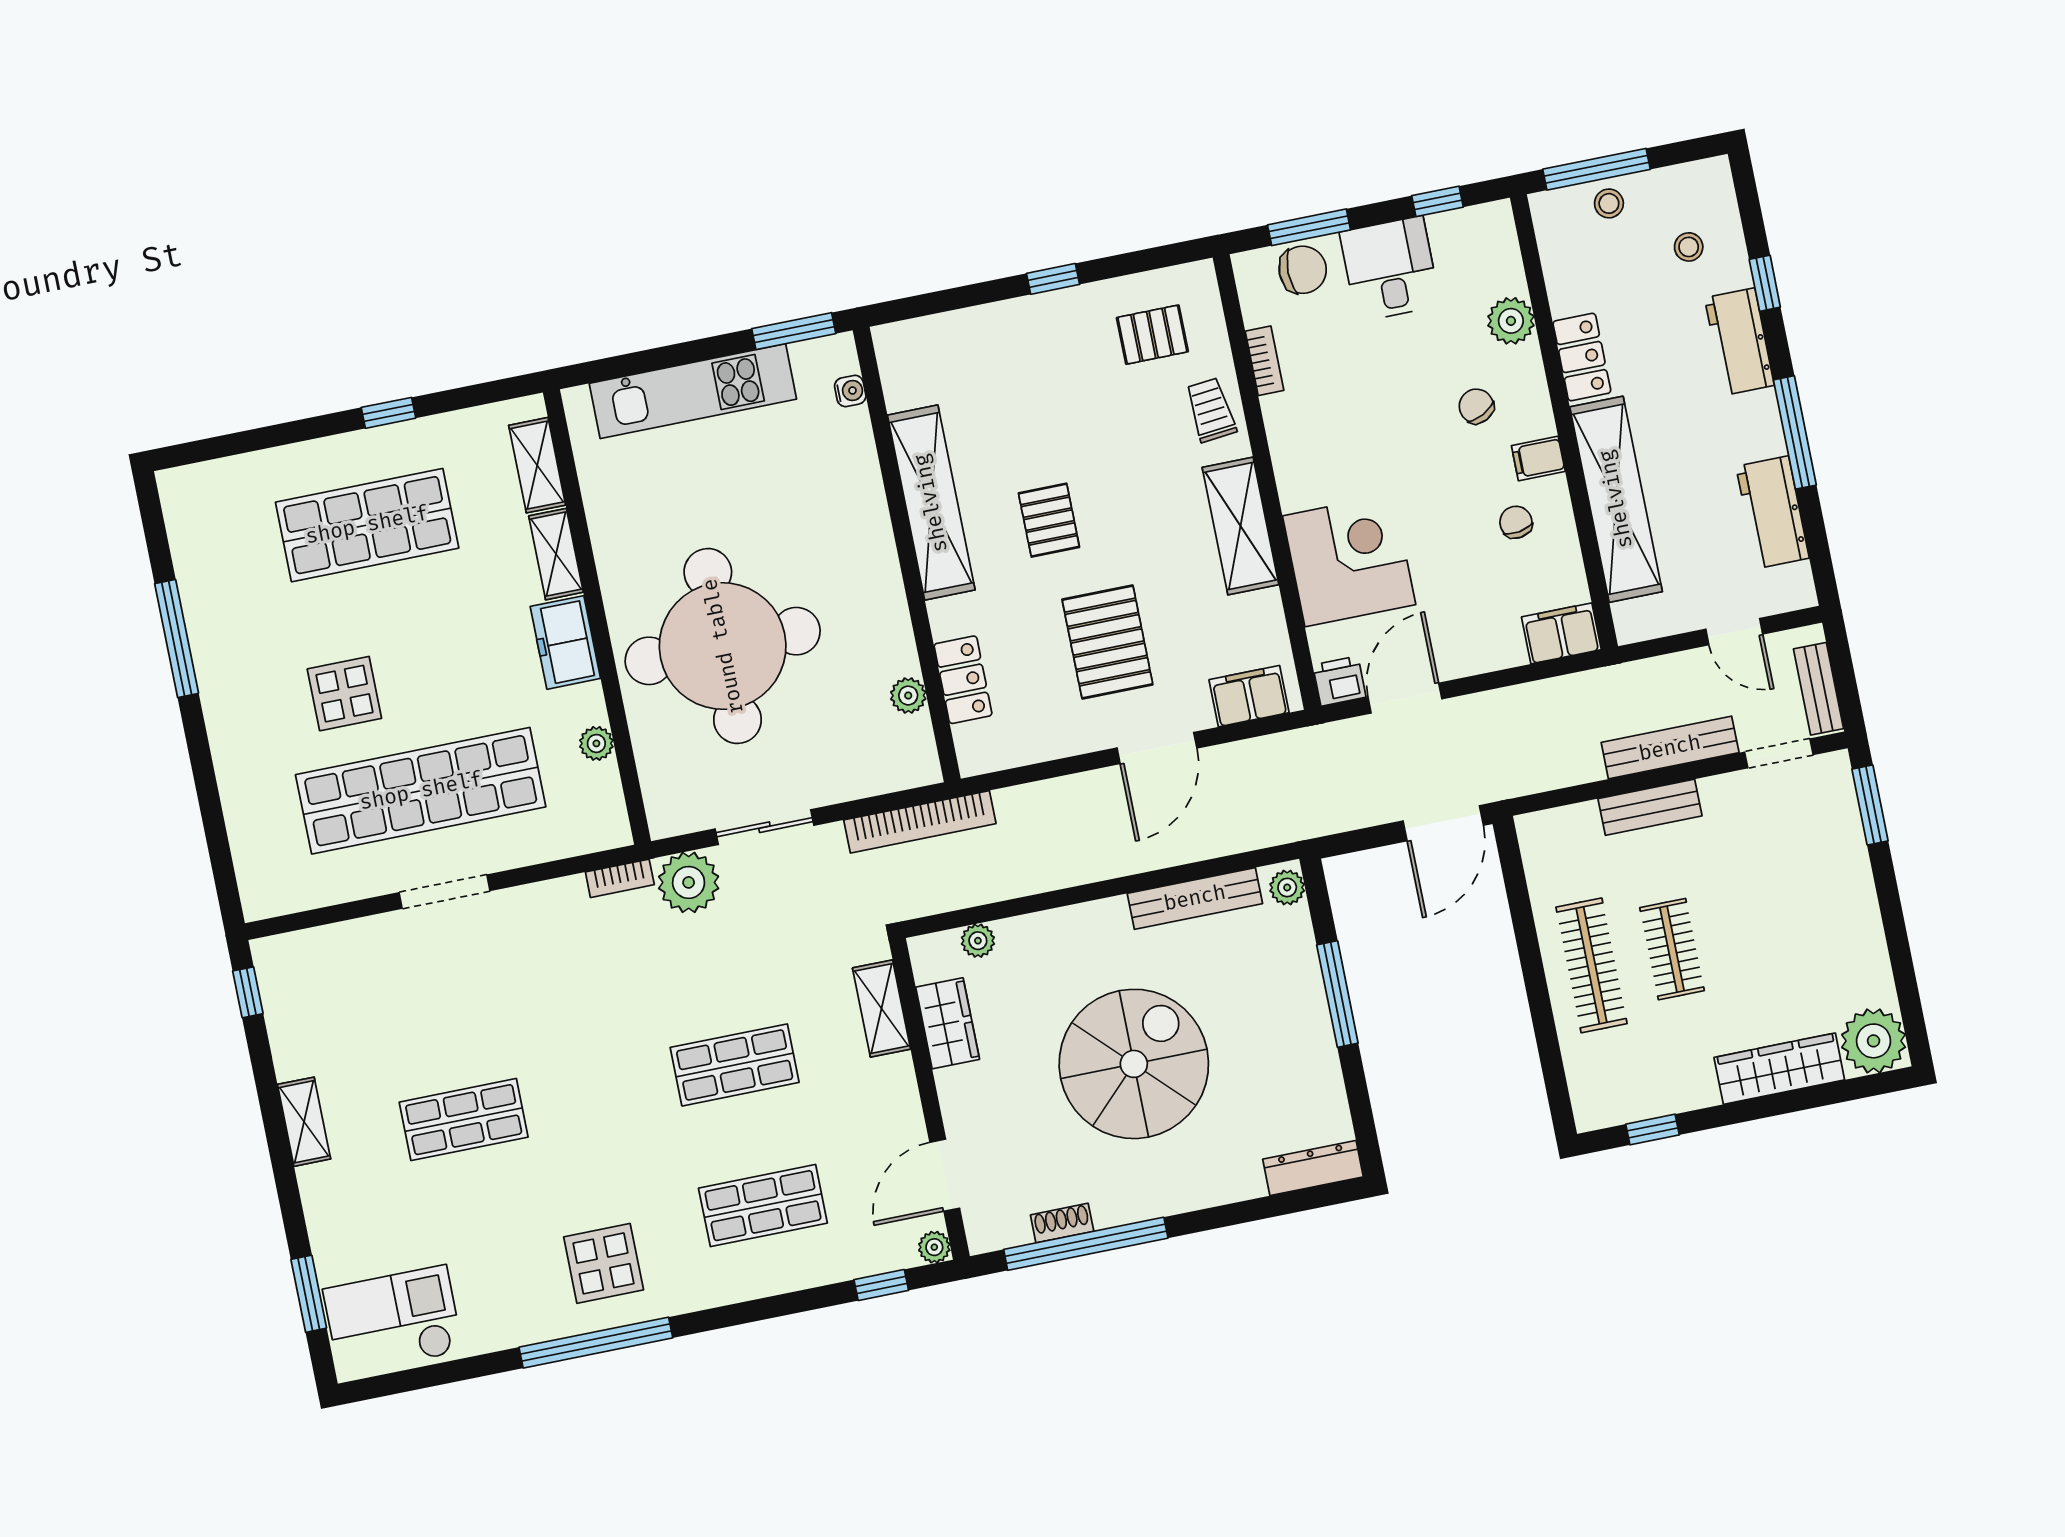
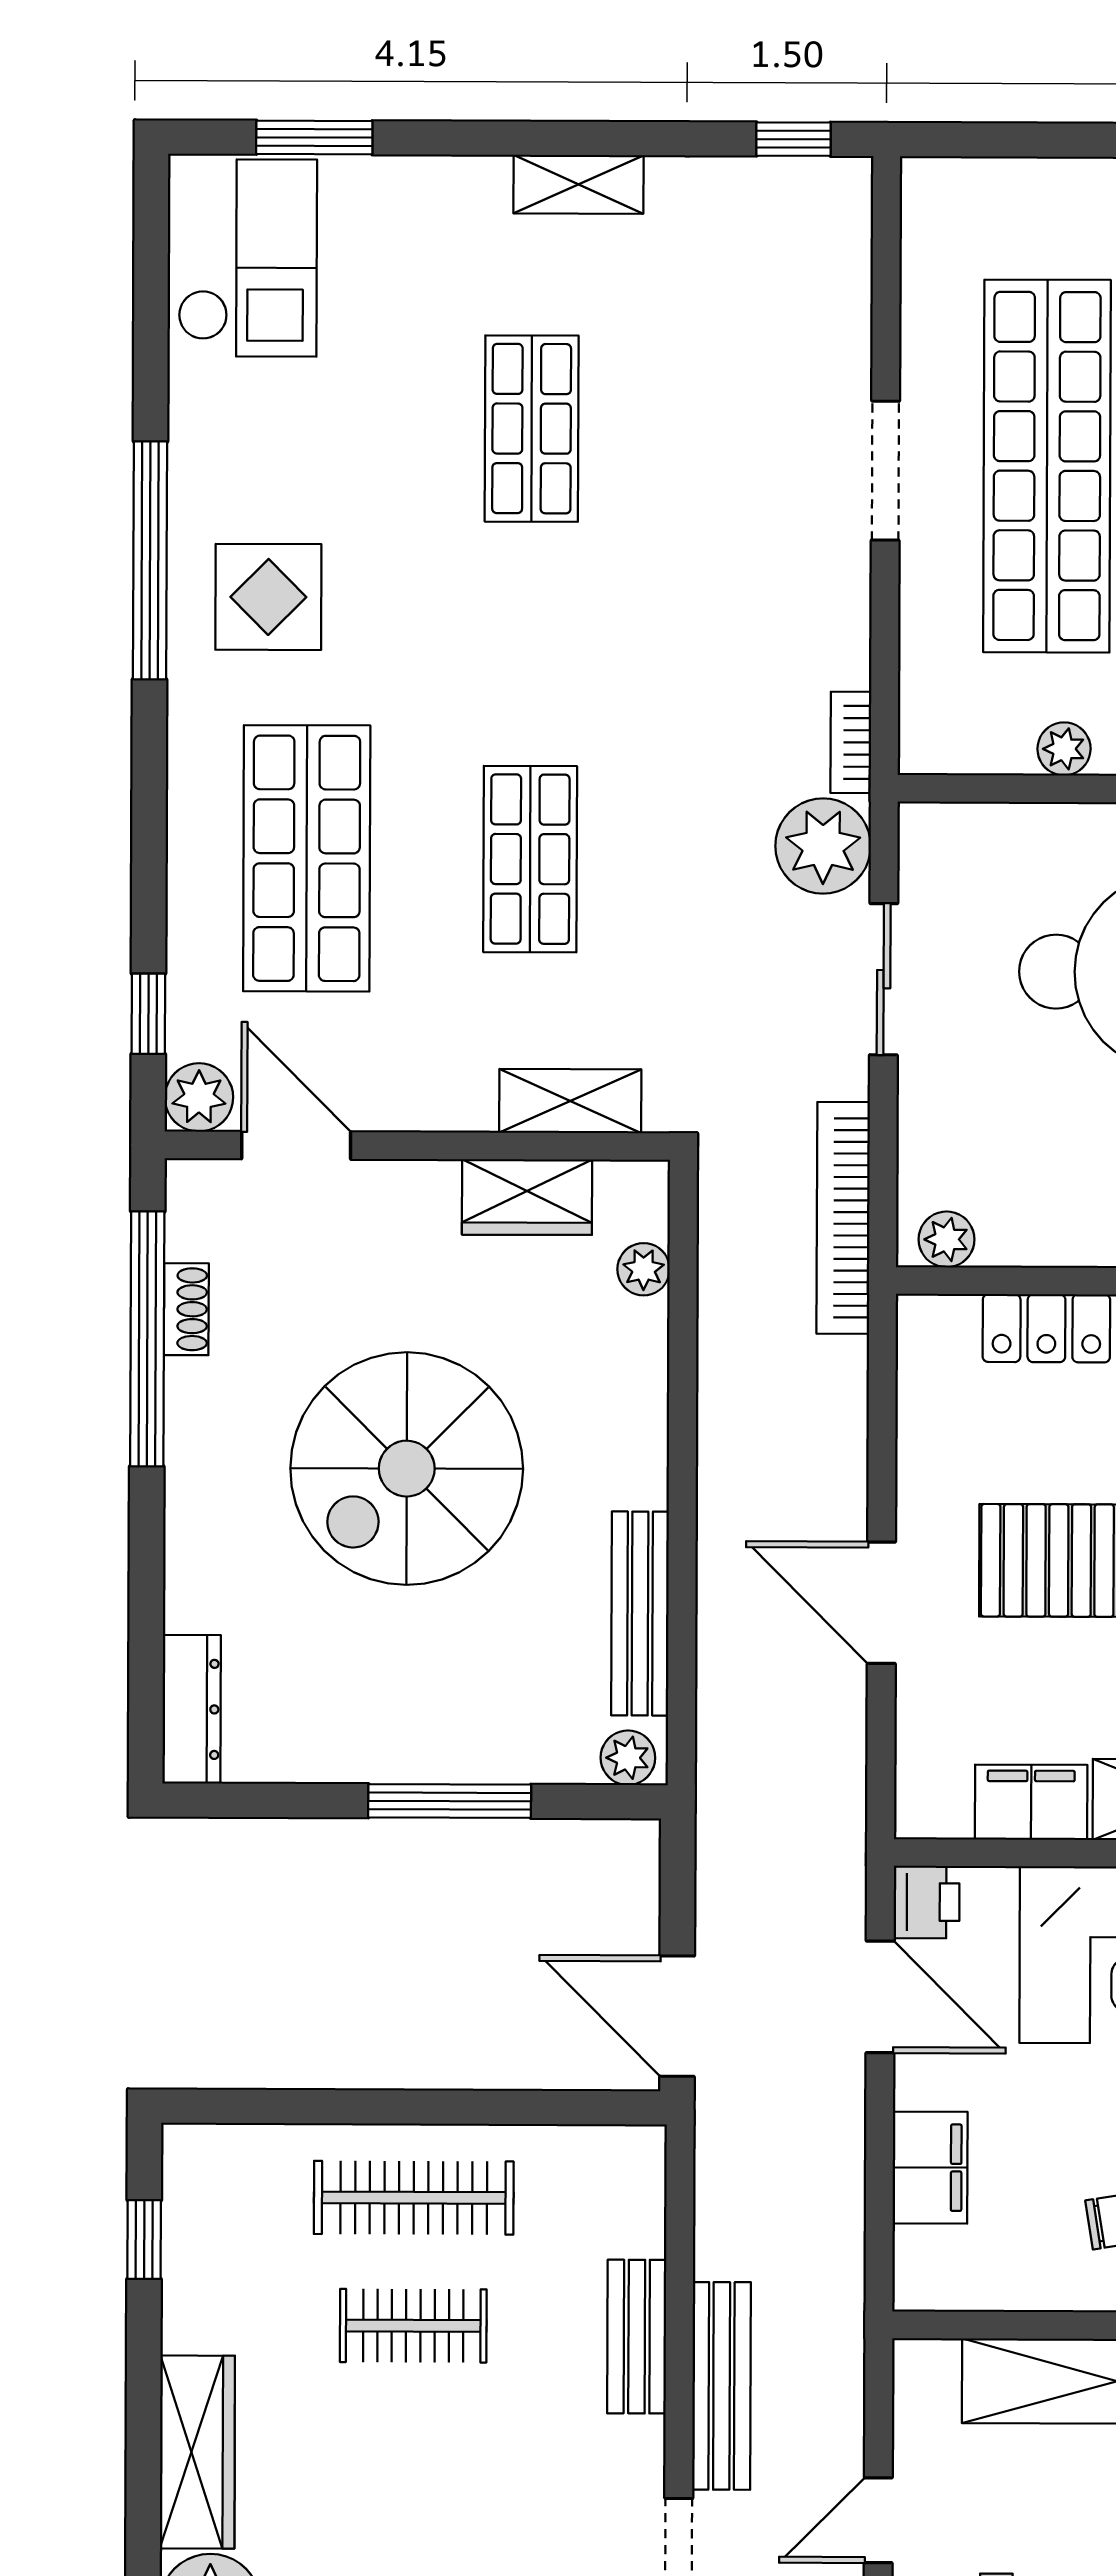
filing cabinet: (1561, 633) -> (930, 2168), moved
plant: (908, 696) -> (947, 1239), moved
filing cabinet: (1249, 696) -> (1031, 1802), moved, turned -90
spiral stairs: (1134, 1064) -> (407, 1469), turned 90
shop shelf: (763, 1206) -> (307, 858), width x1.43, depth x1.36
plant: (934, 1247) -> (199, 1097), width x1.38, depth x1.38

